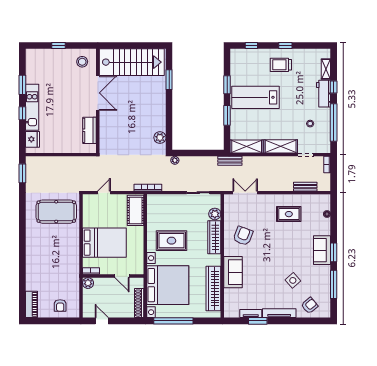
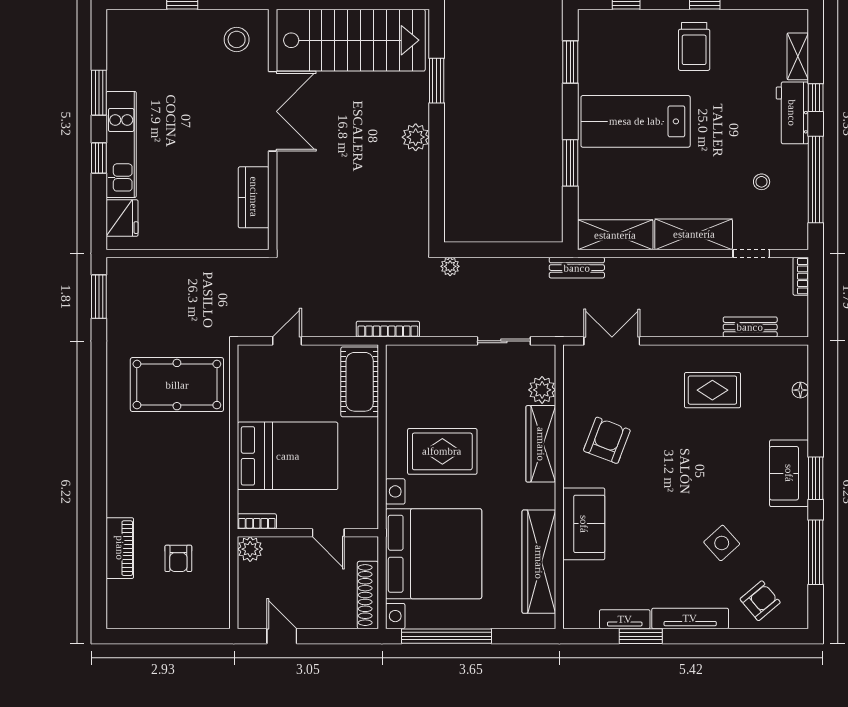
trolley: (281, 65) -> (694, 46), turned -90
window: (227, 85) -> (570, 62), moved
plant: (160, 138) -> (416, 137), moved
piano: (31, 304) -> (120, 548), moved
armchair: (60, 305) -> (178, 558), moved

